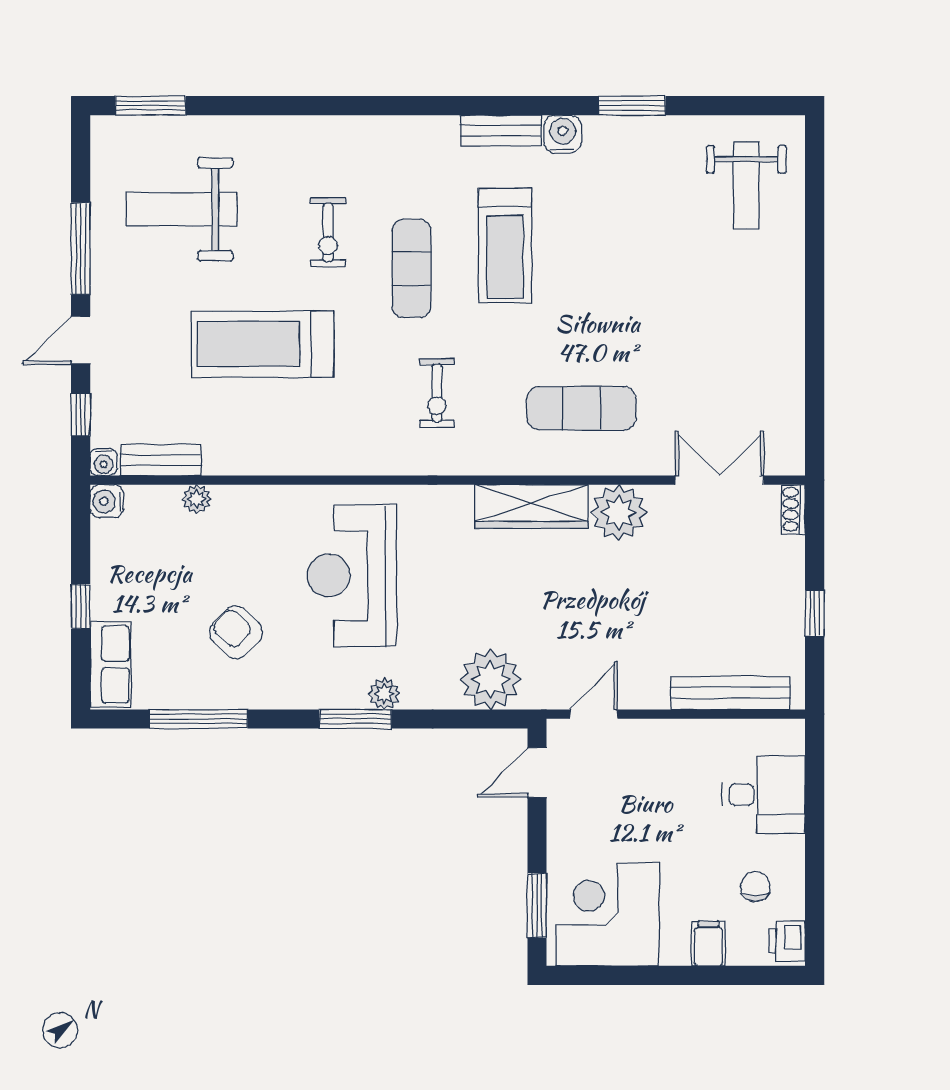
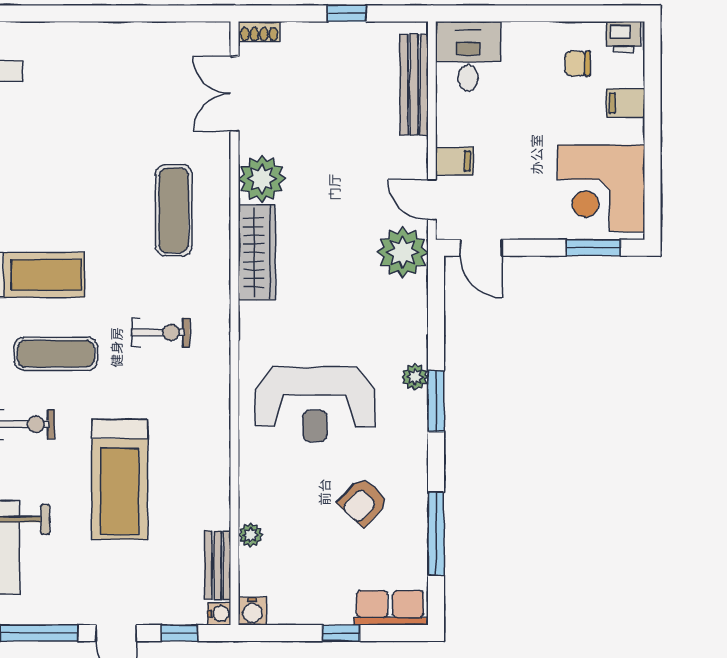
plant: (490, 679) -> (403, 252), moved
filing cabinet: (640, 741) -> (454, 161), added
desk: (764, 795) -> (468, 56), moved

